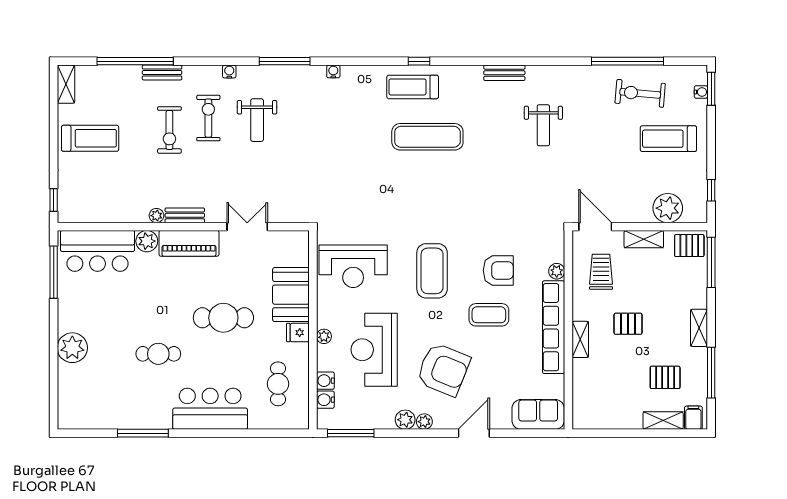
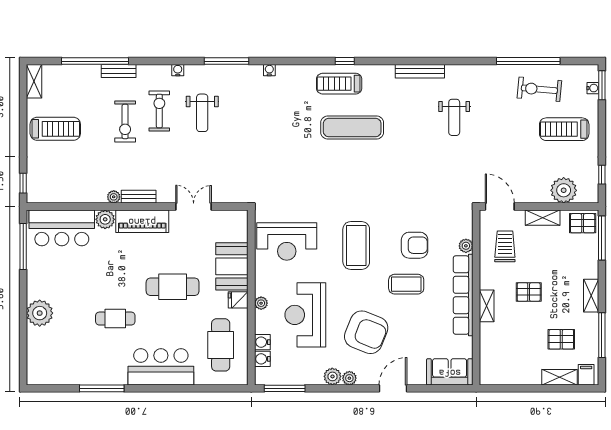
bench: (504, 73) -> (420, 71), width x1.36
cafe table: (278, 384) -> (221, 345), width x1.37, depth x1.35

